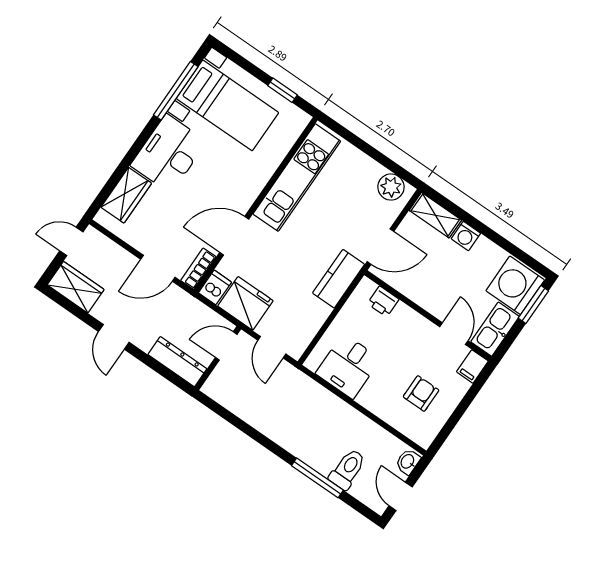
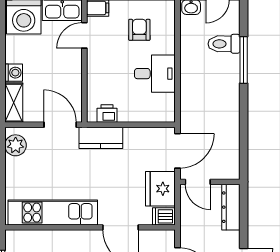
bookcase: (198, 269) -> (159, 236), removed
printer: (383, 301) -> (107, 114), moved, turned -90
door: (272, 347) -> (177, 151), width x1.38
desk: (348, 366) -> (155, 74), moved
armchair: (421, 393) -> (139, 30), turned 90

